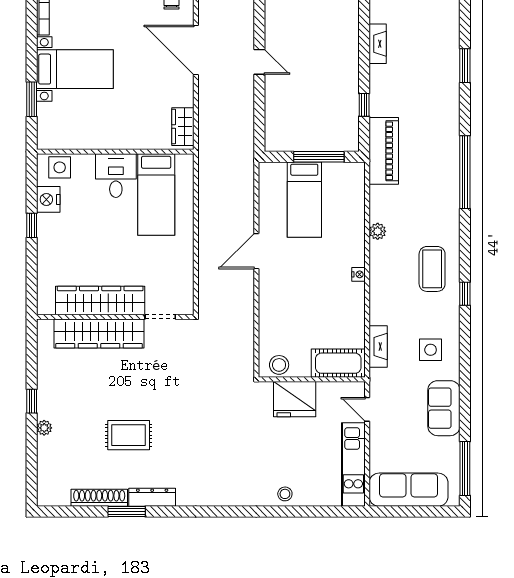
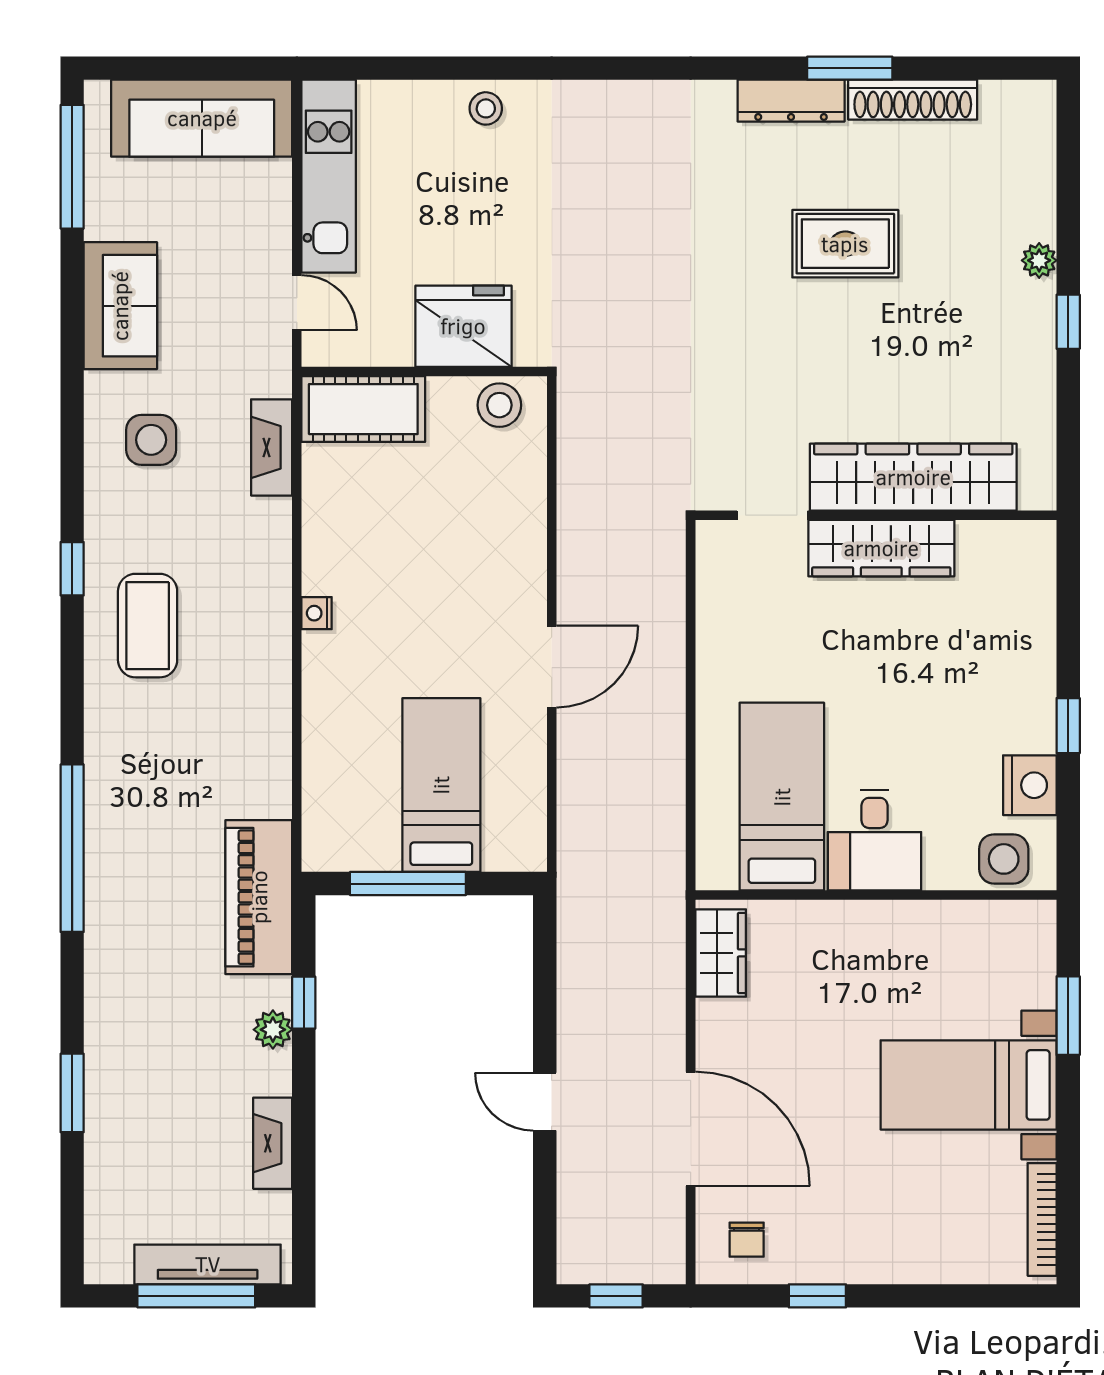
plant: (378, 231) -> (273, 1030), moved
wardrobe: (100, 301) -> (881, 548), width x0.71, depth x0.85

